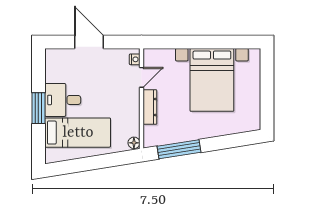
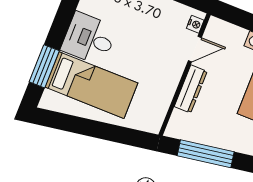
window: (38, 108) -> (44, 66), moved
floor lamp: (134, 143) -> (154, 124), removed

